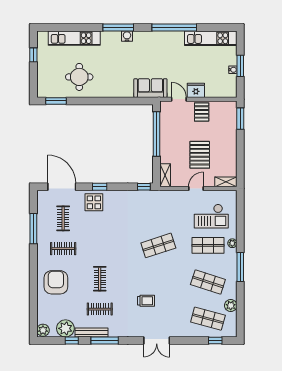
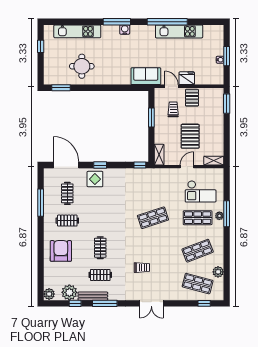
kitchen unit: (211, 38) -> (179, 31), moved
trolley: (181, 125) -> (173, 109), added
window: (157, 134) -> (151, 118), width x0.47
window: (240, 267) -> (227, 214), moved
shop shelf: (208, 282) -> (198, 251), turned -39

